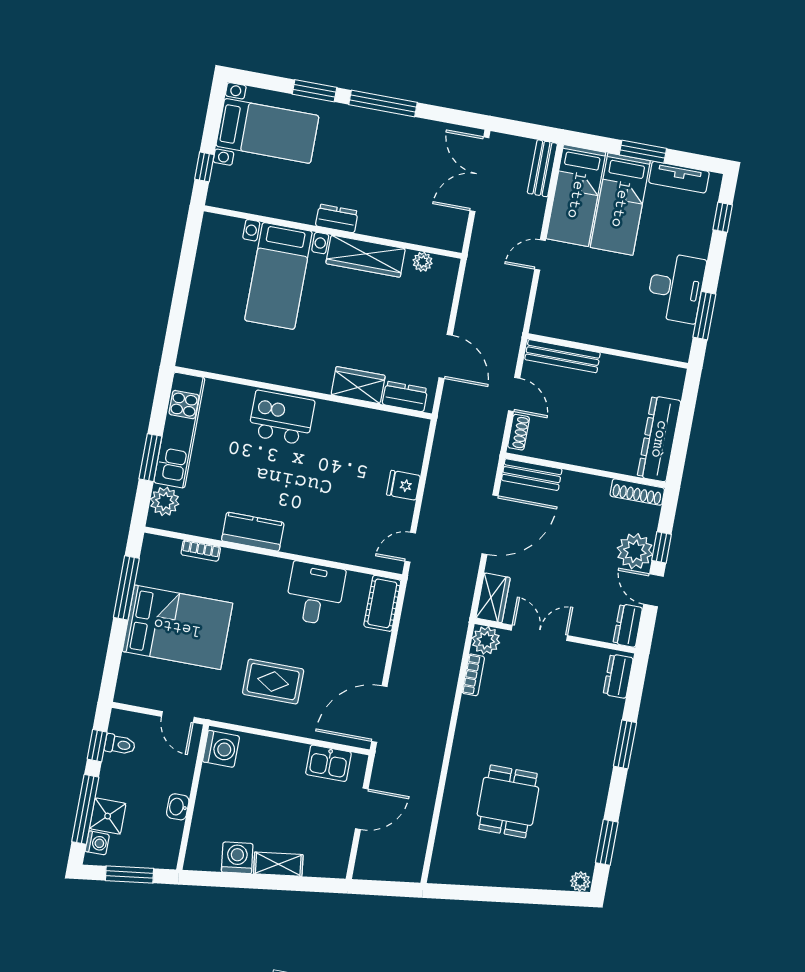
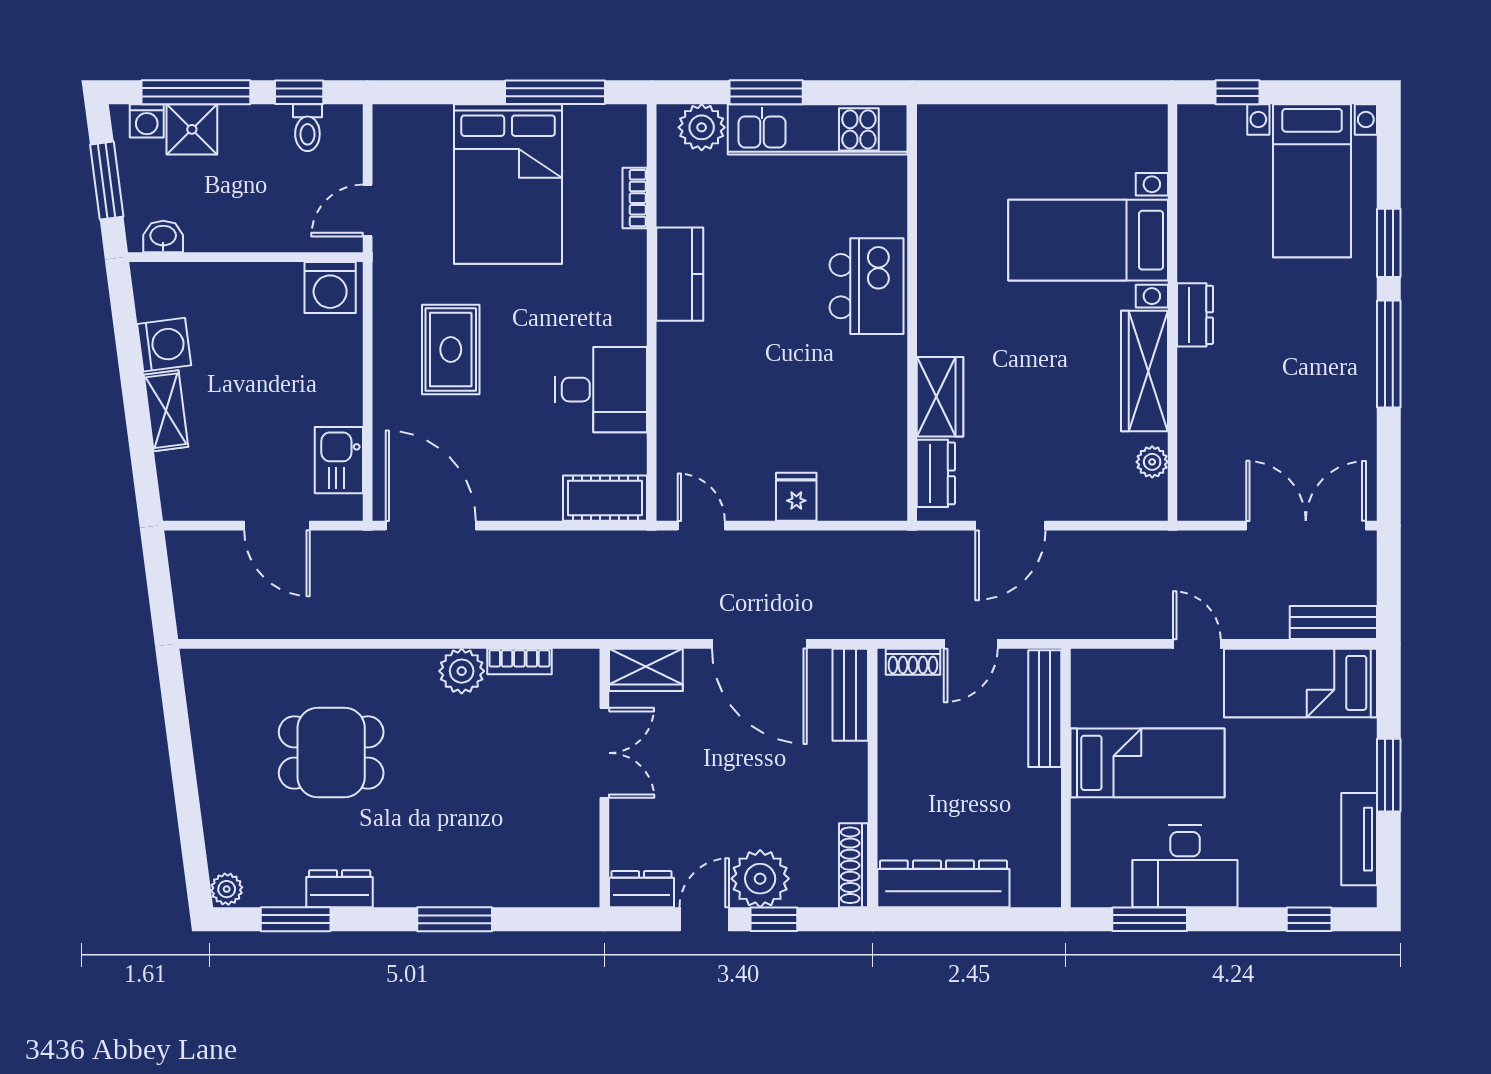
bed: (620, 204) -> (1148, 763), moved, turned 180
plant: (486, 640) -> (462, 671), moved
dresser: (618, 676) -> (340, 889), moved
washbasin: (178, 807) -> (163, 237), moved

